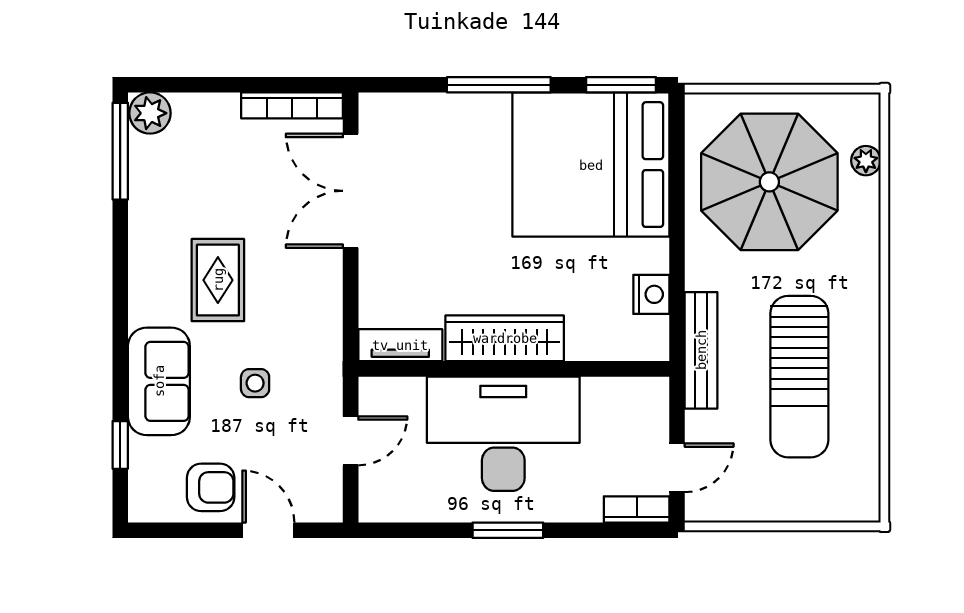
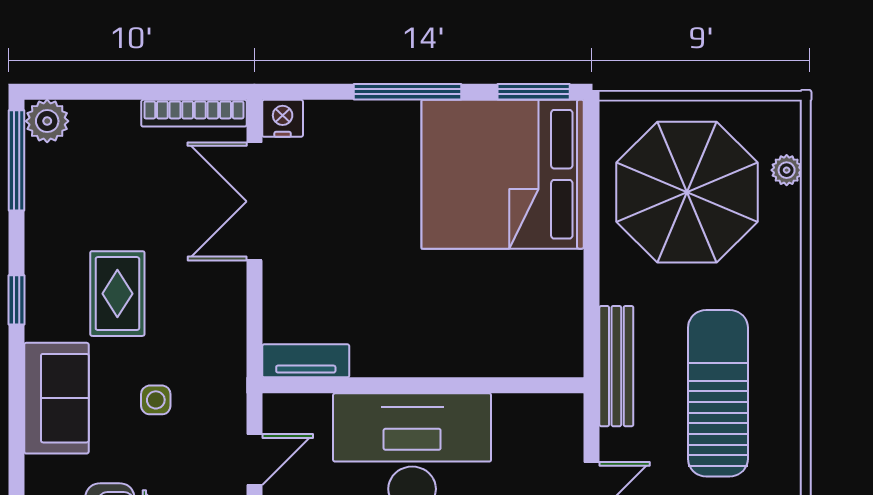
nightstand: (651, 294) -> (283, 118), moved, turned -90
wardrobe: (505, 338) -> (414, 354), removed
sun lounger: (799, 377) -> (718, 393), turned 180
window: (120, 445) -> (16, 300), moved

